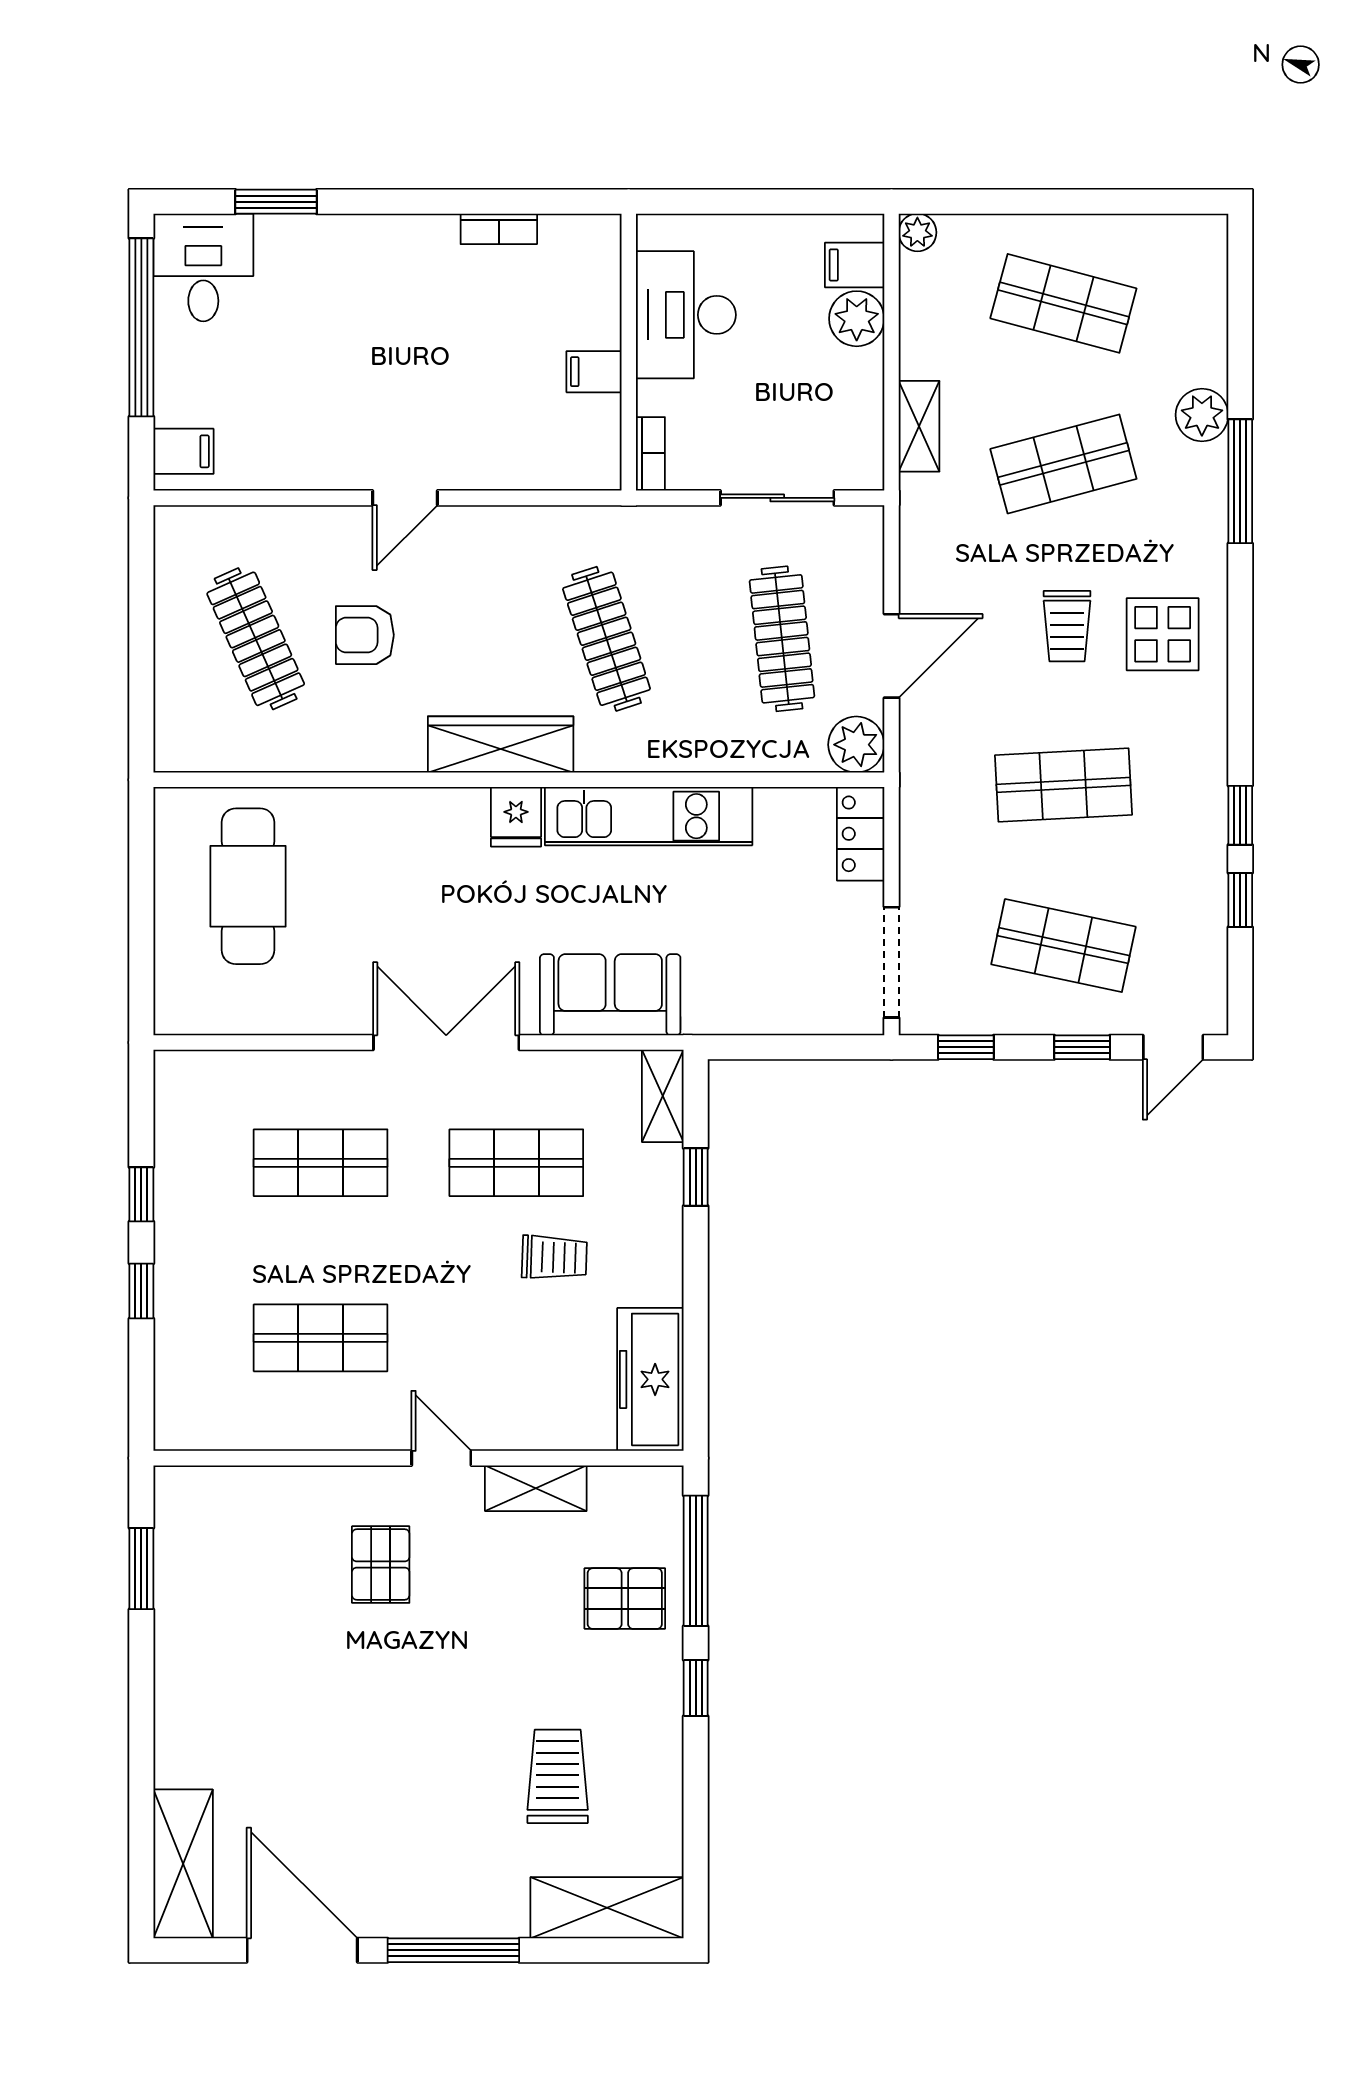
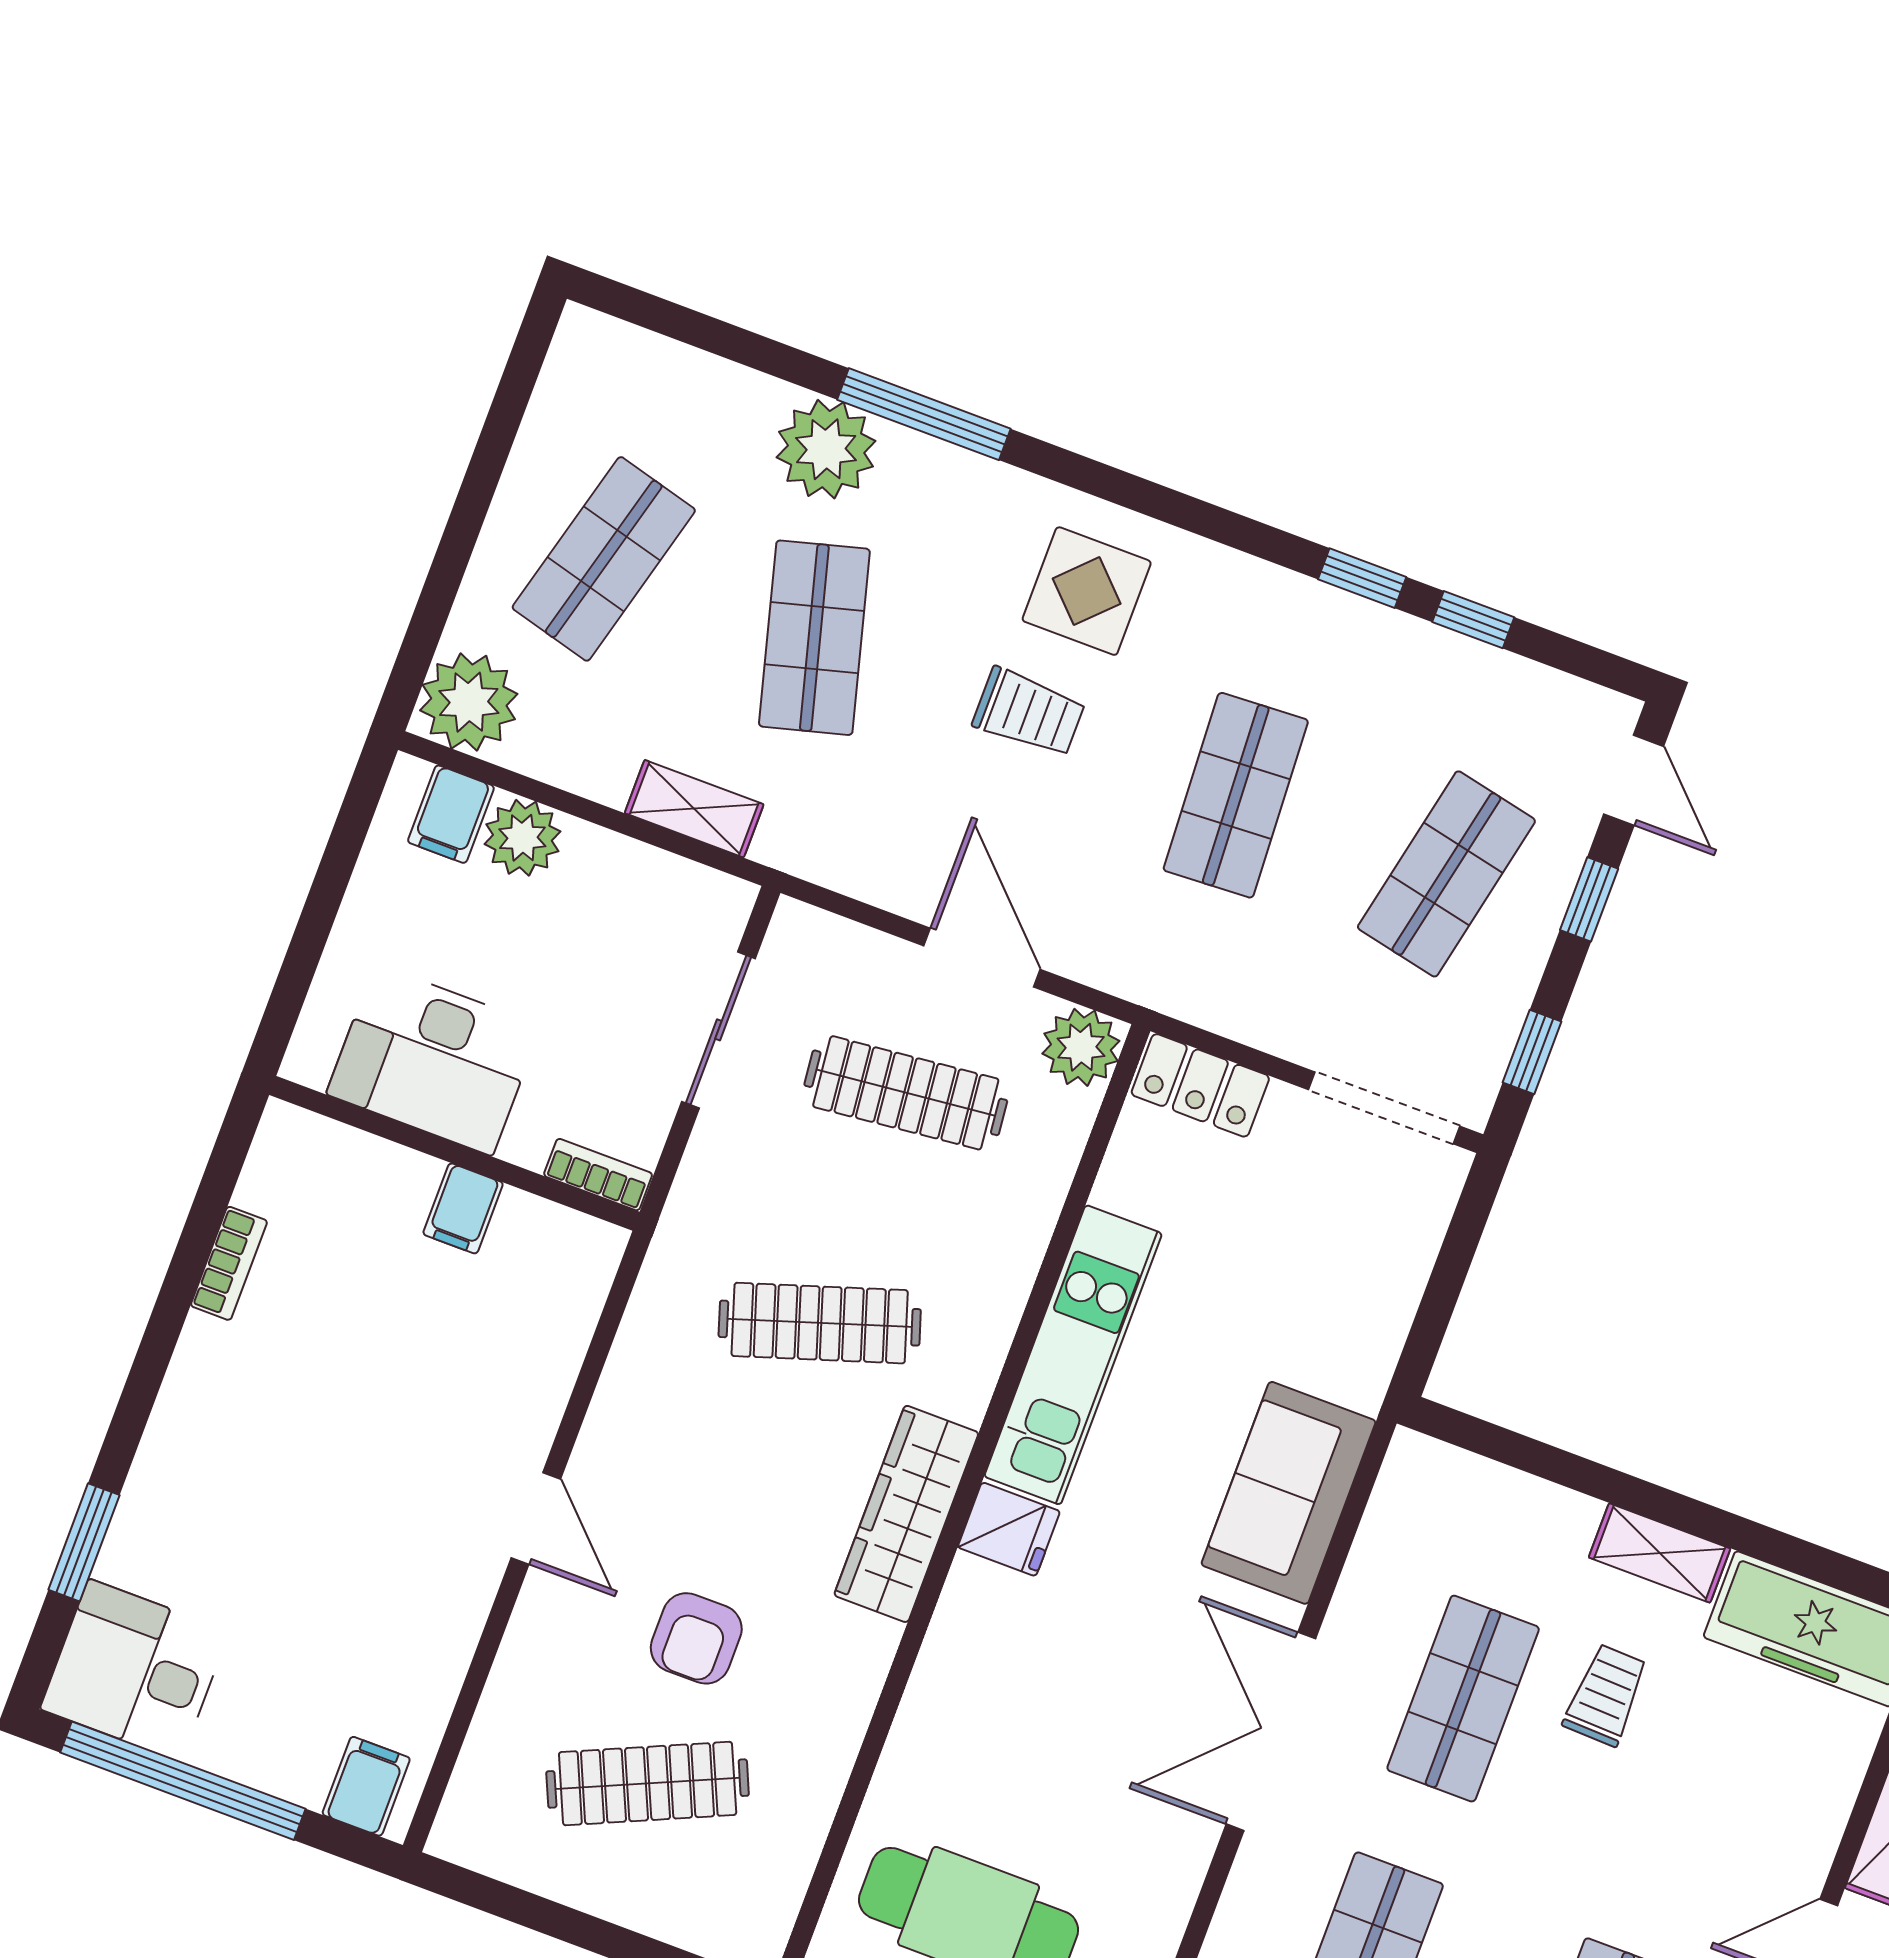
plant: (917, 232) -> (469, 702), width x1.88, depth x1.88
plant: (1202, 415) -> (826, 449), width x1.36, depth x1.36
shelving: (663, 1096) -> (1660, 1553), moved
window: (696, 1177) -> (1570, 1470), removed

